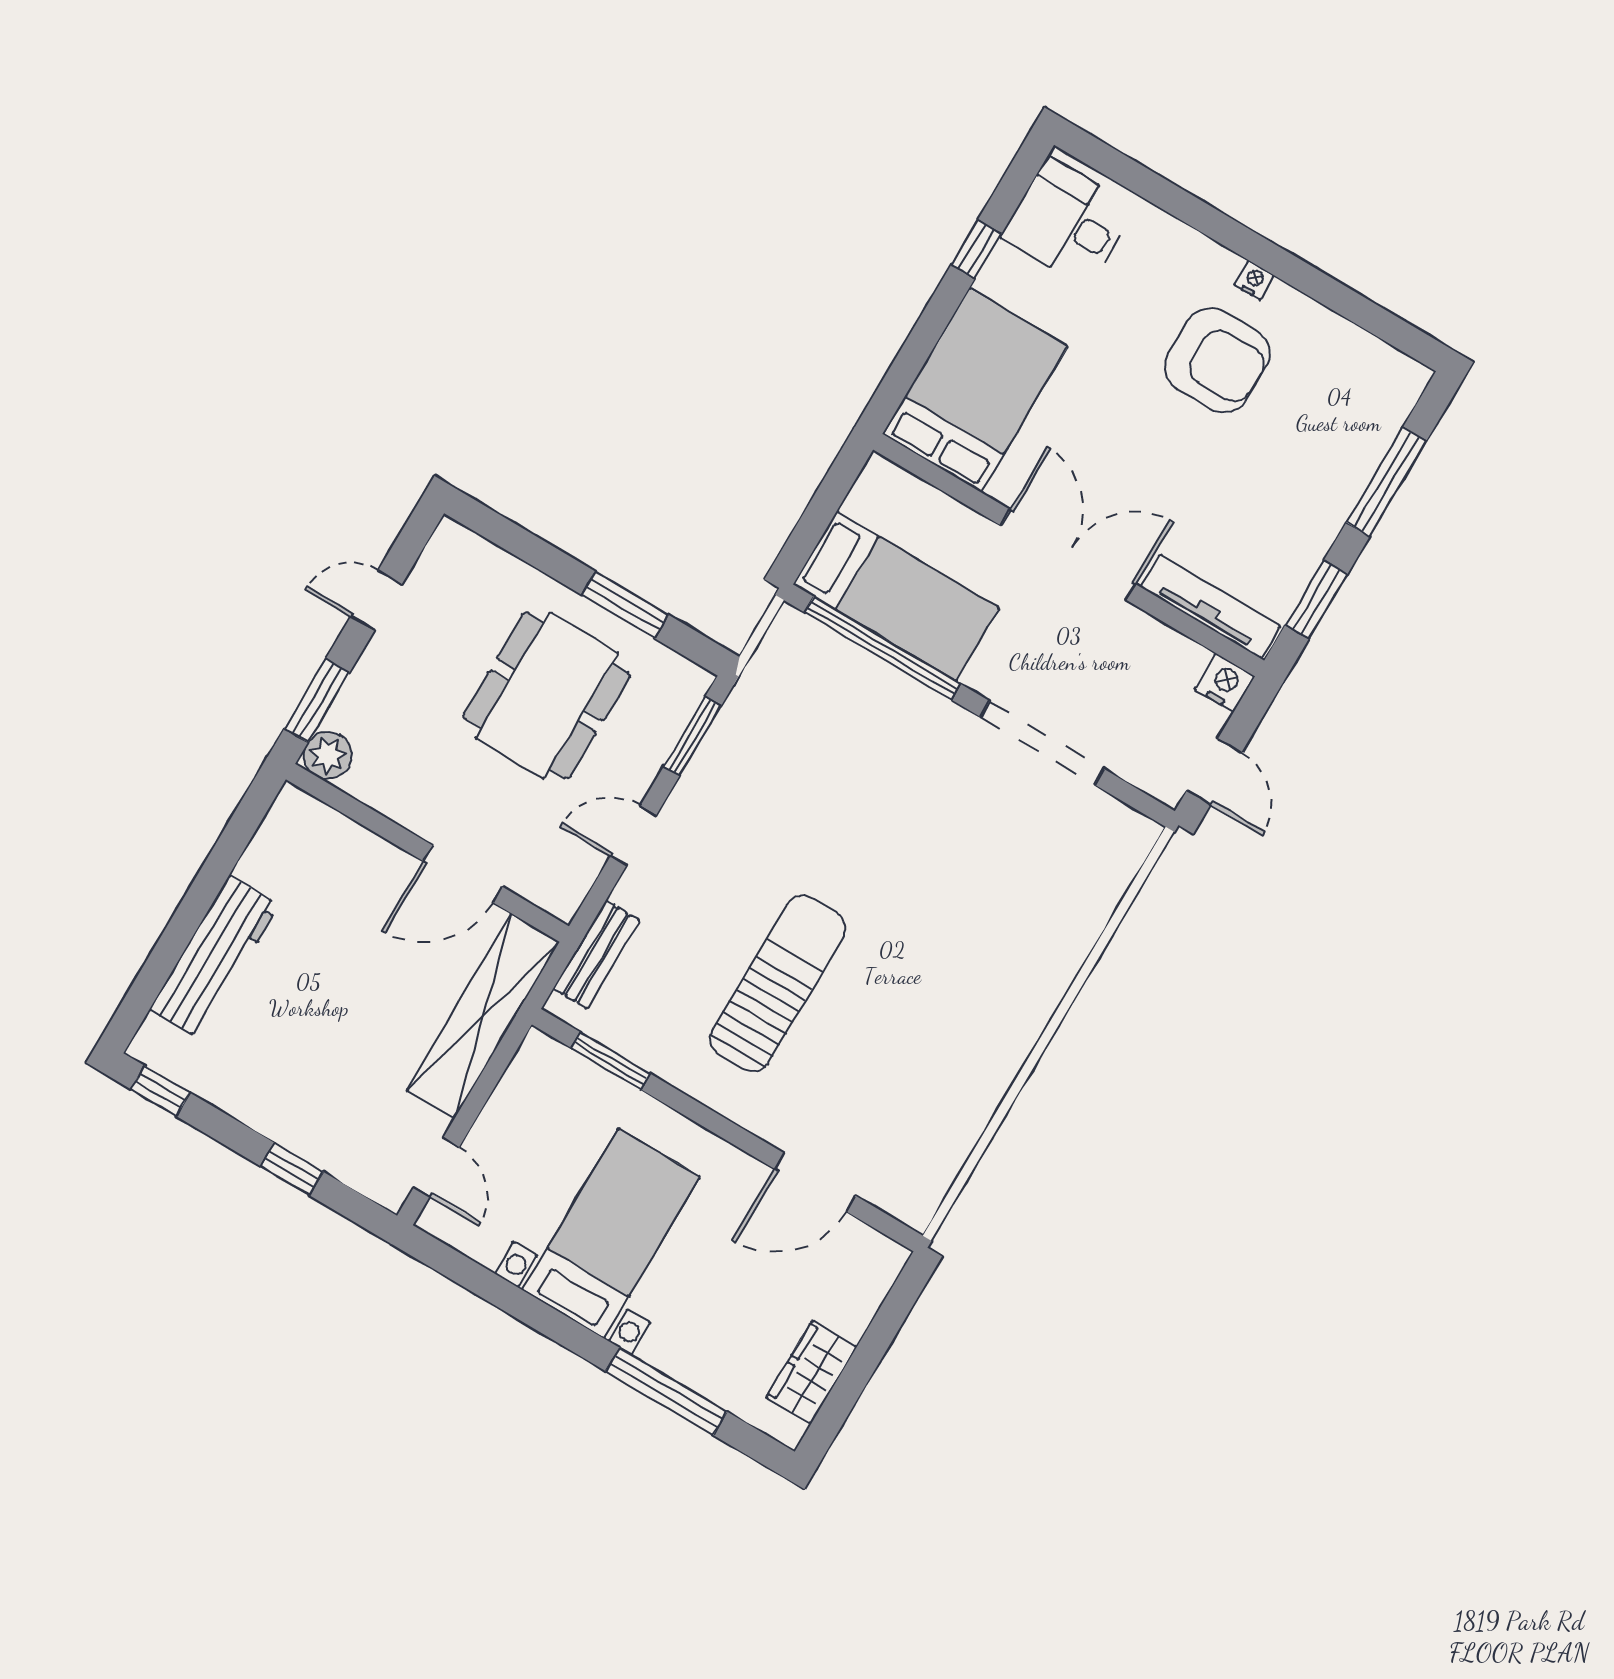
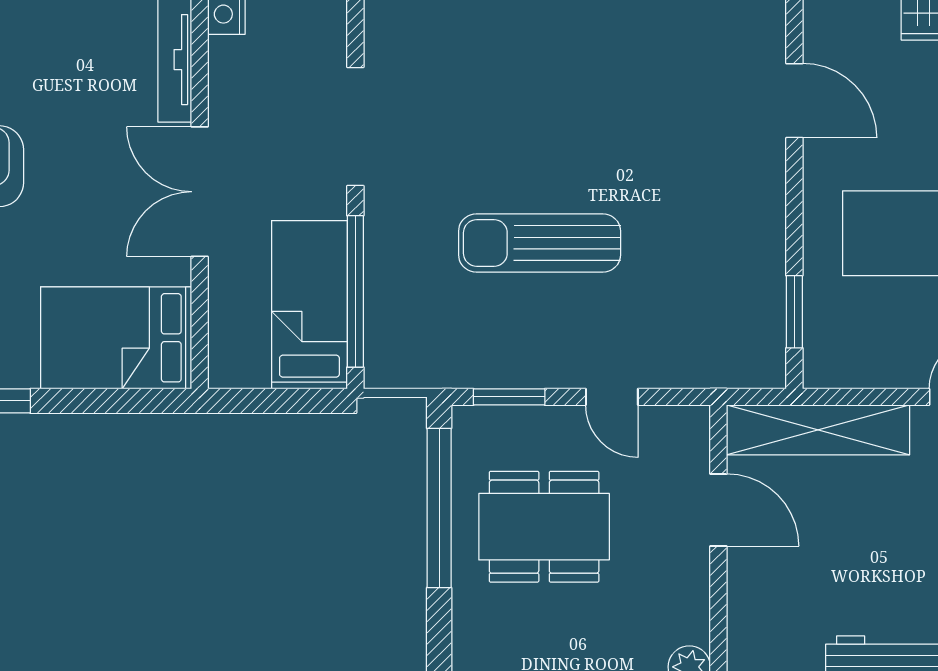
window: (625, 605) -> (439, 508), width x2.11
bench: (596, 954) -> (719, 371), removed
sun lounger: (778, 983) -> (540, 243), moved

